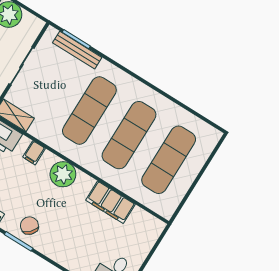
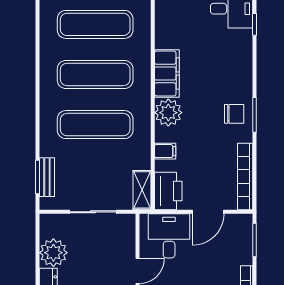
bench: (77, 50) -> (47, 177), width x0.73
filing cabinet: (110, 202) -> (167, 74), moved
chair: (29, 226) -> (234, 114), turned -133

